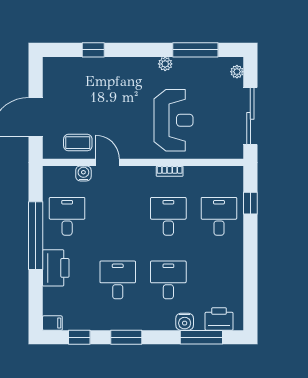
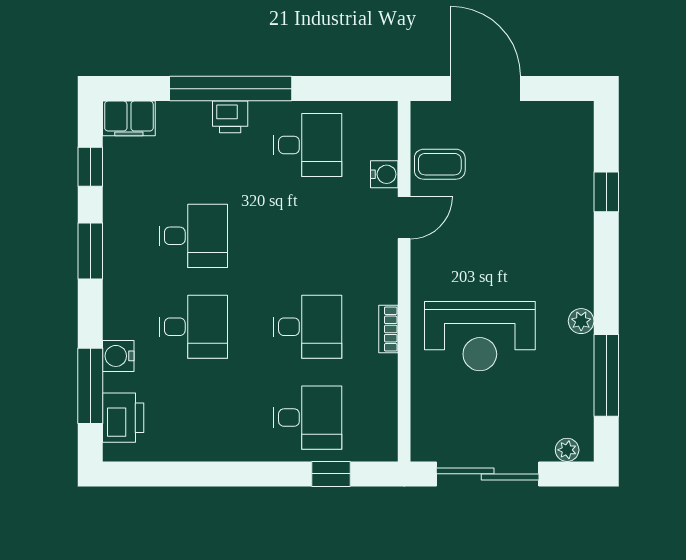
coffee table: (78, 143) -> (440, 164), turned 90
window: (36, 236) -> (231, 89), moved
printer: (56, 268) -> (230, 117), width x0.53, depth x0.68
filing cabinet: (52, 323) -> (129, 118), width x2.00

